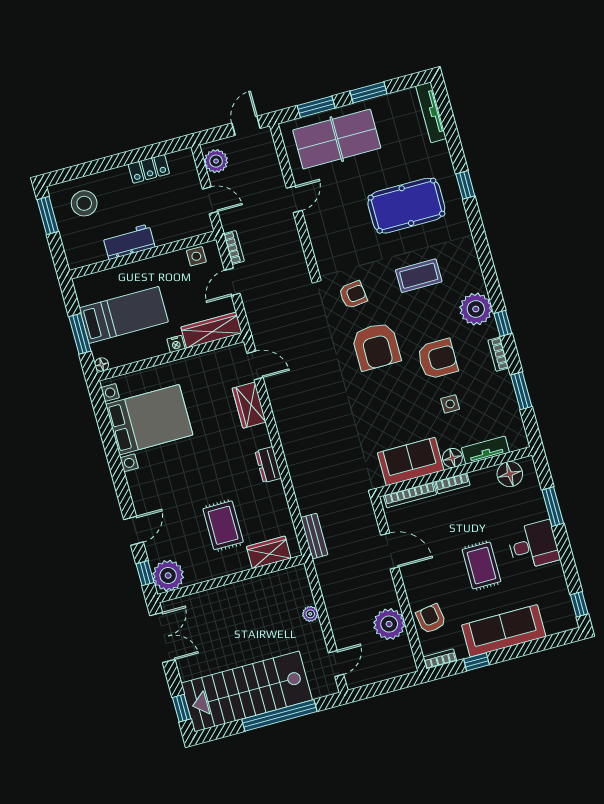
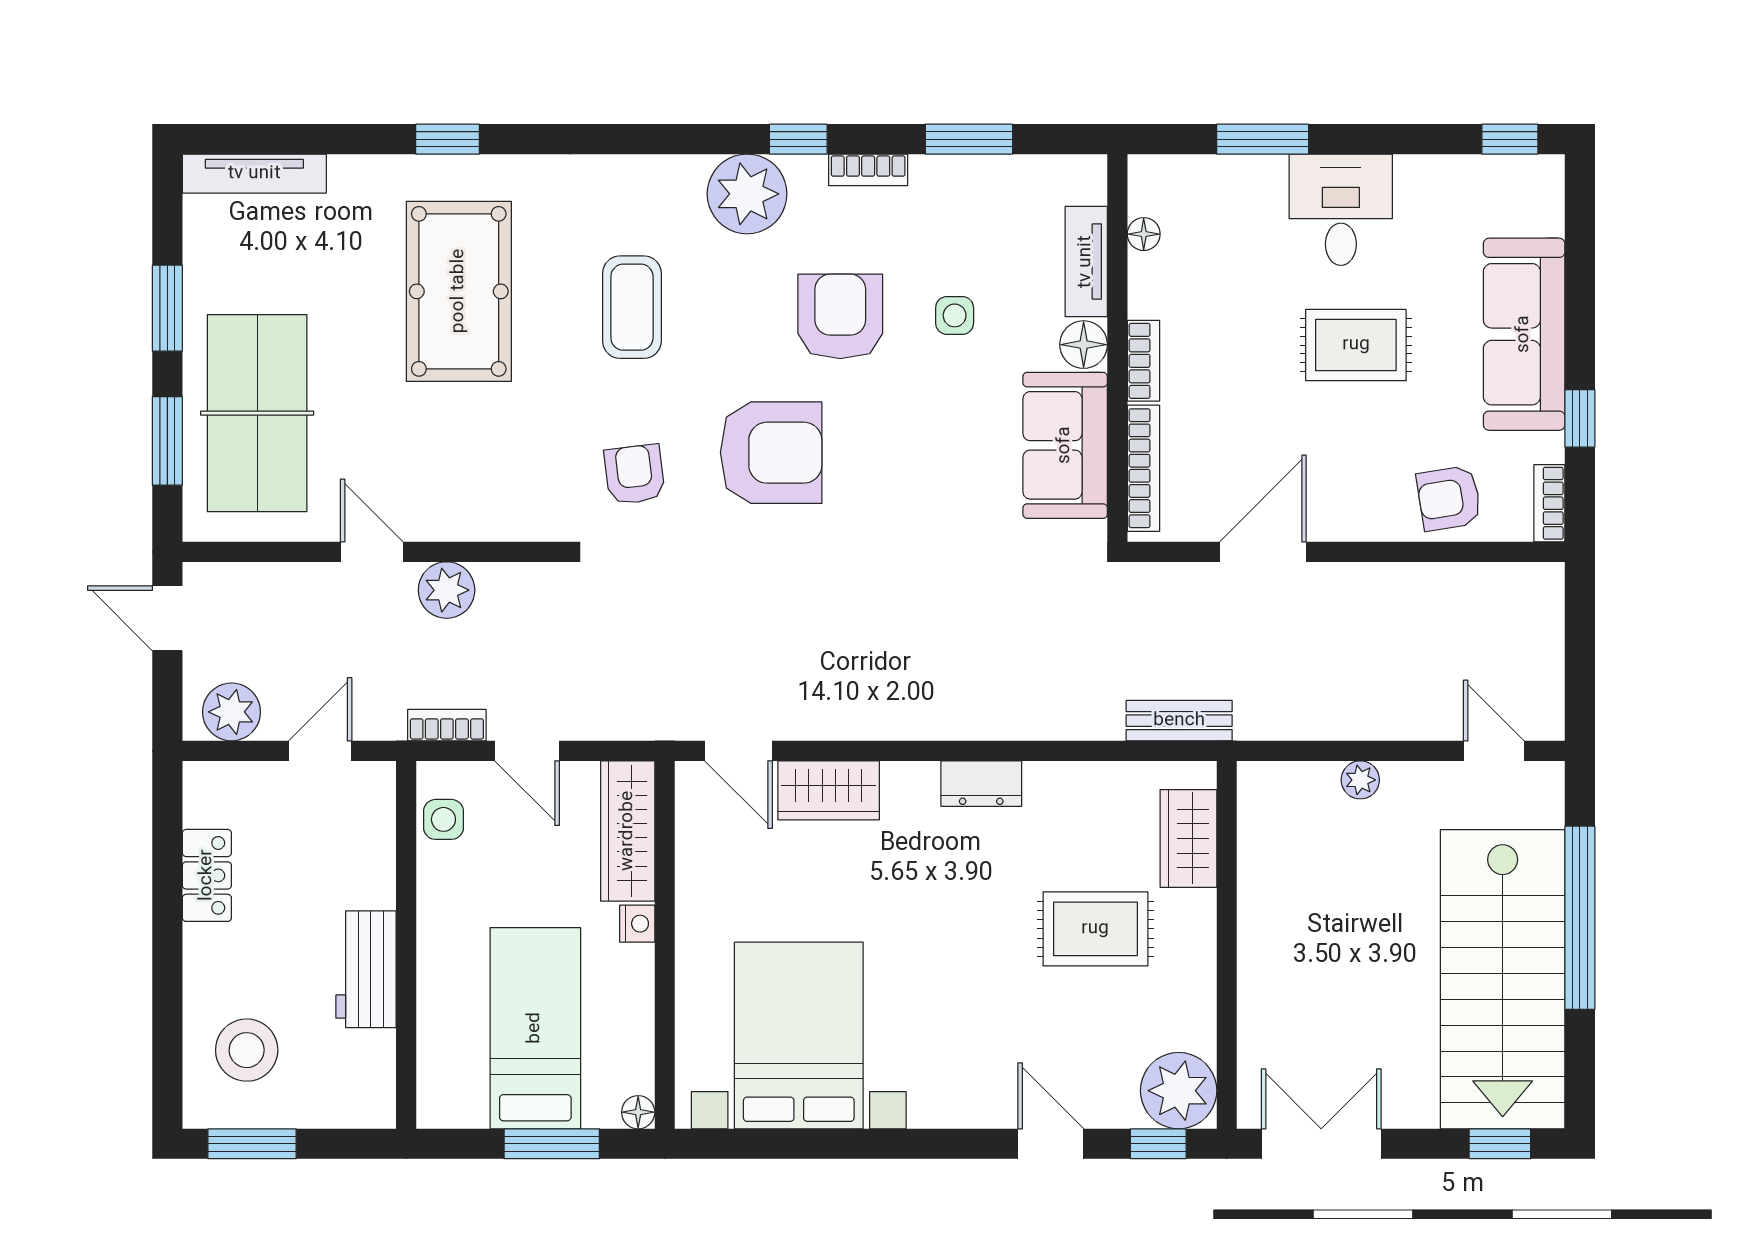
door: (255, 365) -> (739, 751), swing flipped
floor lamp: (510, 474) -> (1144, 234), width x0.53, depth x0.53
plant: (389, 624) -> (447, 590), moved, width x0.73, depth x0.73

